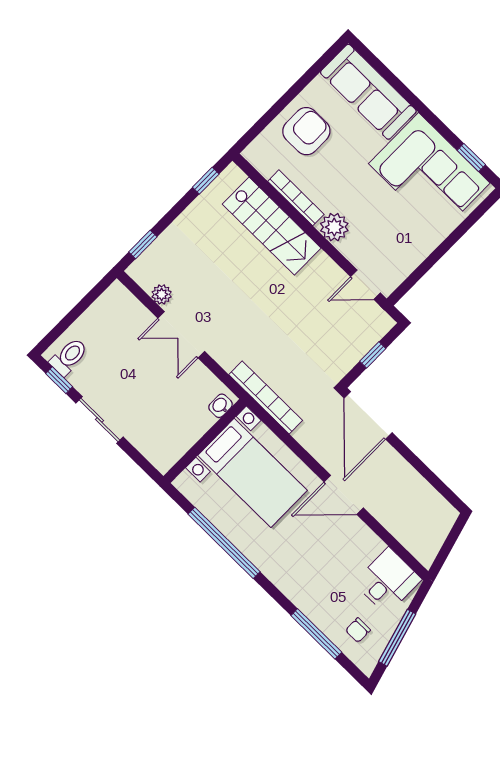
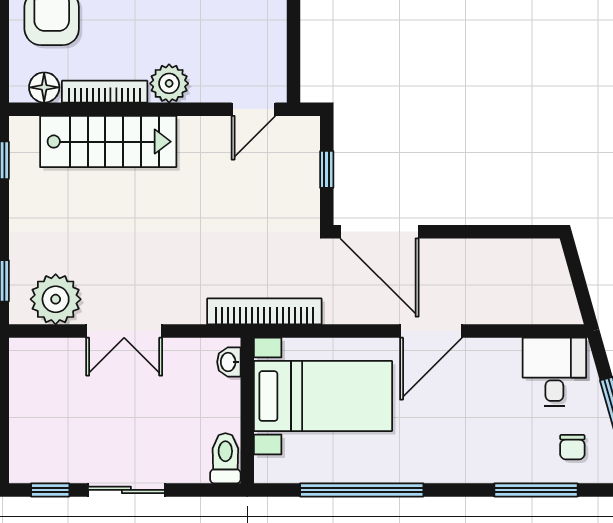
floor lamp: (266, 164) -> (44, 87), added
plant: (162, 294) -> (56, 299), width x1.88, depth x1.88
toilet: (69, 357) -> (225, 458), moved

